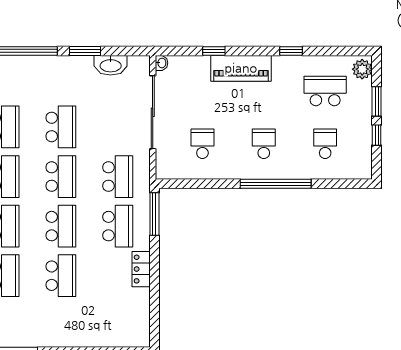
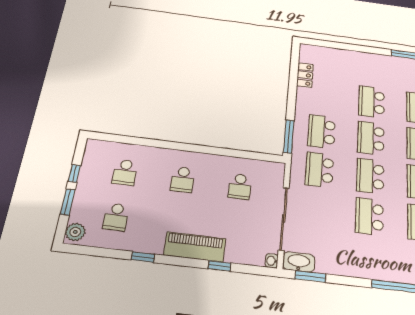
window: (85, 51) -> (310, 276), moved
washbasin: (111, 65) -> (299, 262), moved
school desk: (325, 91) -> (116, 217), width x0.54
window: (276, 184) -> (177, 146), removed
locker: (141, 269) -> (305, 75), moved

